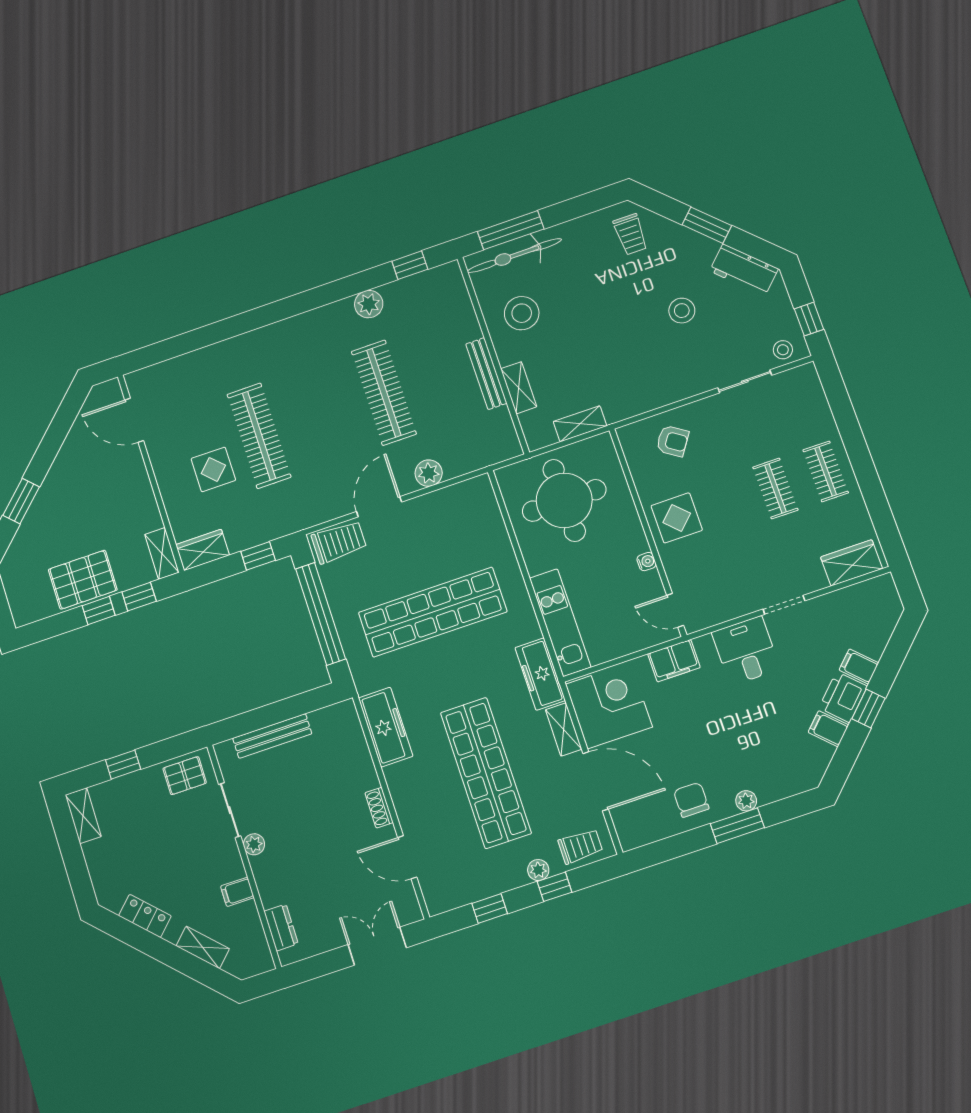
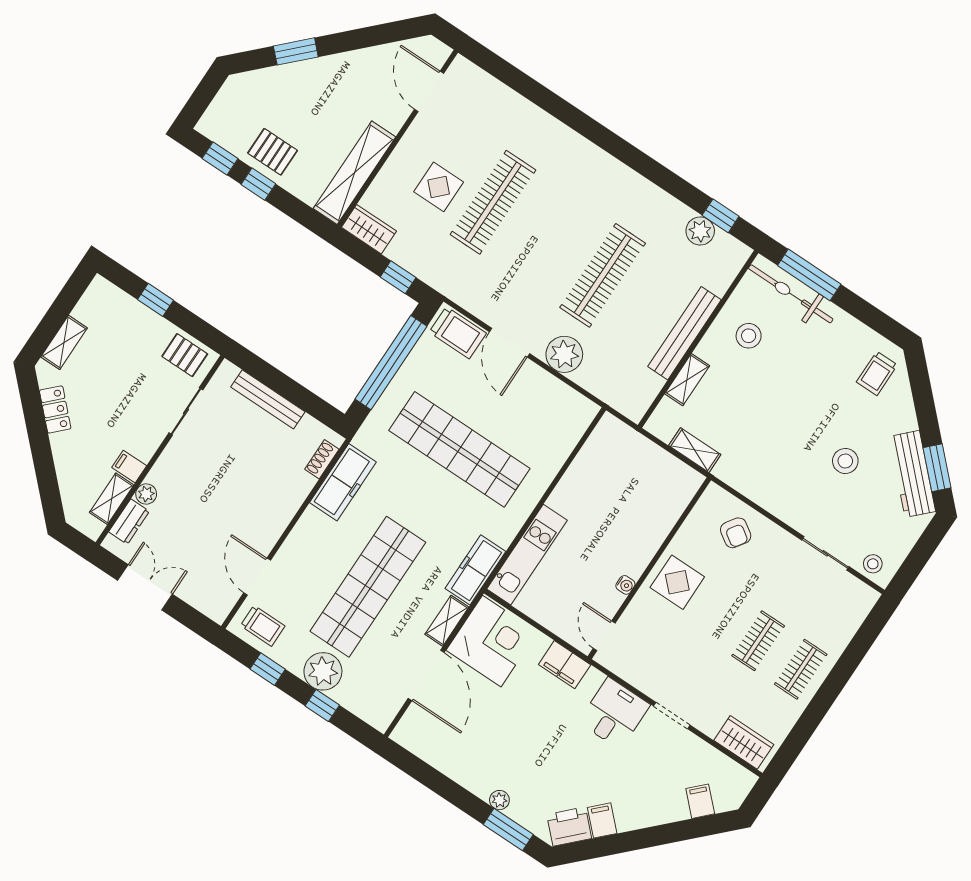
window: (707, 225) -> (937, 468), moved
workbench: (744, 270) -> (912, 474), width x1.38
plant: (369, 304) -> (700, 231), moved
stool: (522, 313) -> (749, 336), width x0.73, depth x0.73
window: (809, 319) -> (913, 566), removed
bench: (486, 374) -> (685, 333), width x1.37, depth x1.21
plant: (429, 473) -> (564, 354), width x1.36, depth x1.36
round table: (564, 500) -> (625, 484), removed
door: (379, 507) -> (510, 343), swing flipped
shelving: (162, 553) -> (354, 173), width x2.20, depth x1.33
pallet: (83, 580) -> (273, 152), width x0.67, depth x0.71
window: (139, 597) -> (220, 159), moved
filing cabinet: (859, 666) -> (700, 801), moved
printer: (843, 697) -> (569, 826), moved
window: (868, 708) -> (641, 839), removed
chair: (691, 800) -> (468, 758), removed
shoe rack: (379, 808) -> (322, 459), moved
shelving: (83, 816) -> (64, 342), moved
window: (737, 826) -> (508, 830), moved
plant: (254, 844) -> (146, 494), moved
trolley: (580, 846) -> (263, 626), moved
plant: (538, 870) -> (323, 671), width x1.87, depth x1.87
double door: (377, 946) -> (145, 587), moved
shelving: (203, 947) -> (112, 499), moved, turned 45

